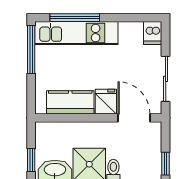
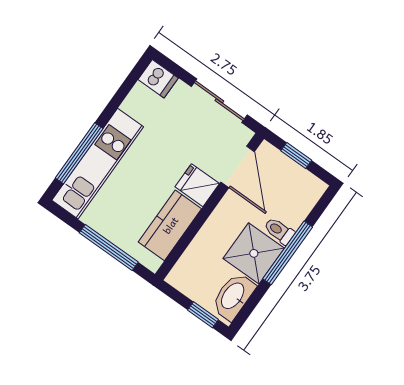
window: (31, 49) -> (109, 247), moved
door: (134, 118) -> (238, 167), swing flipped
window: (166, 164) -> (296, 156), moved

